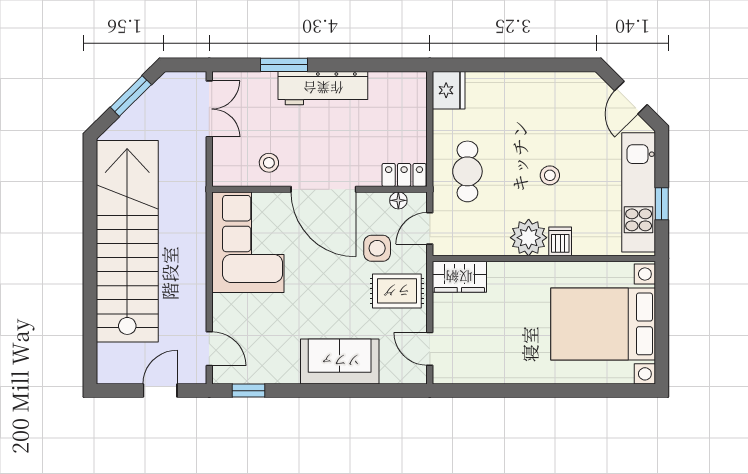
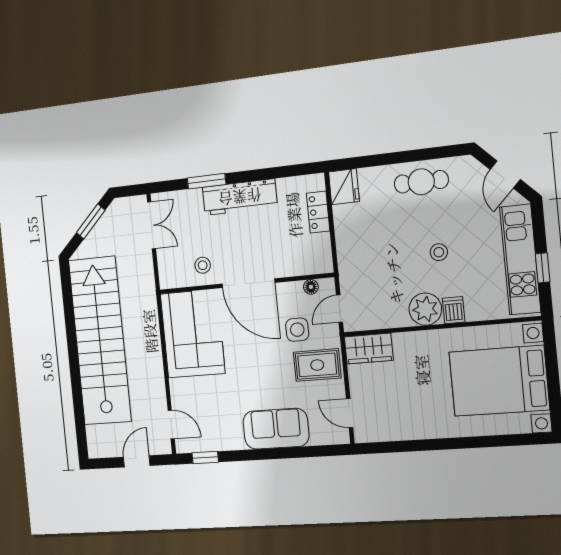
cafe table: (467, 171) -> (421, 182), moved, turned 90
locker: (404, 175) -> (318, 212), moved, turned -90

